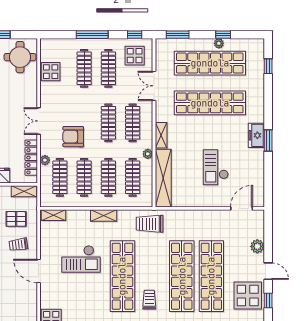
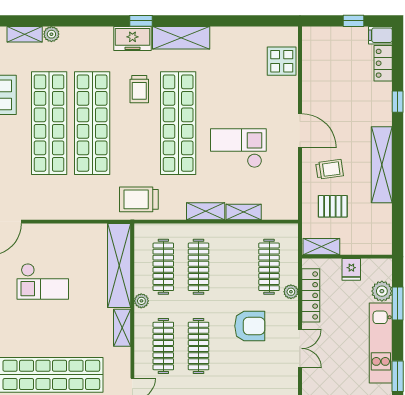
checkout: (216, 167) -> (43, 281), turned 90
clothes rail: (84, 177) -> (234, 267), removed
shelving: (53, 215) -> (244, 212), moved
trolley: (150, 224) -> (139, 199), turned 180

